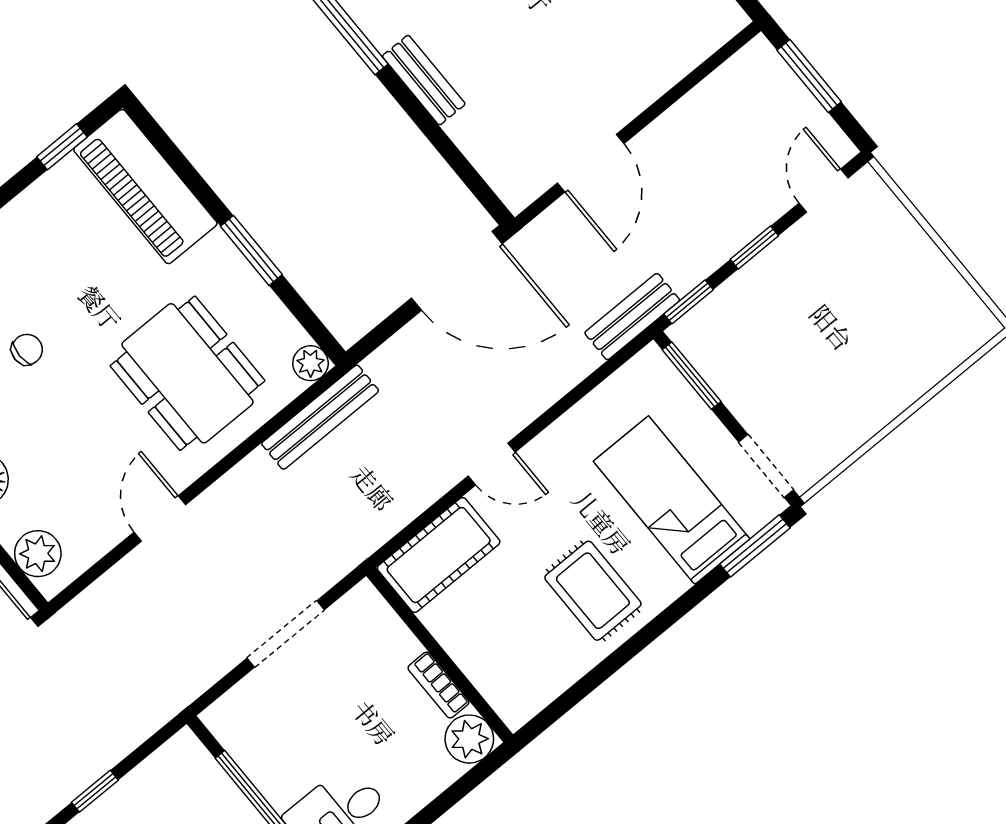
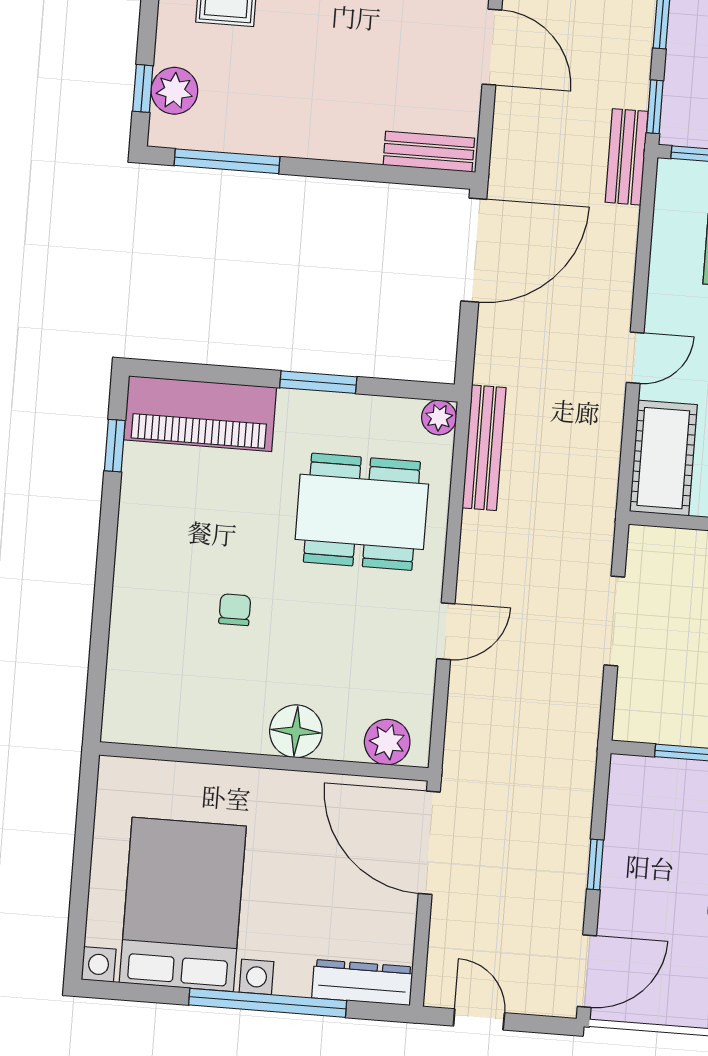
bench: (424, 80) -> (429, 152), moved
door: (591, 163) -> (492, 47), moved
door: (160, 518) -> (446, 631), swing flipped

